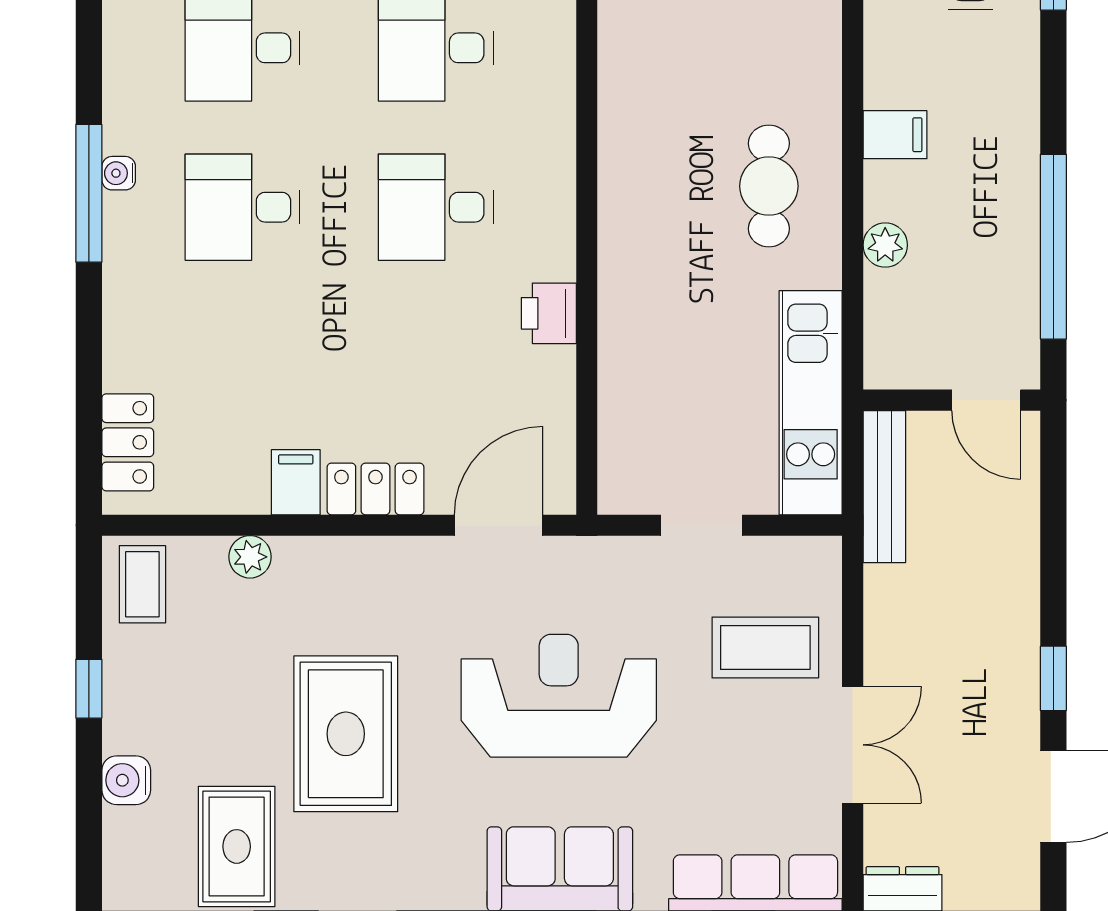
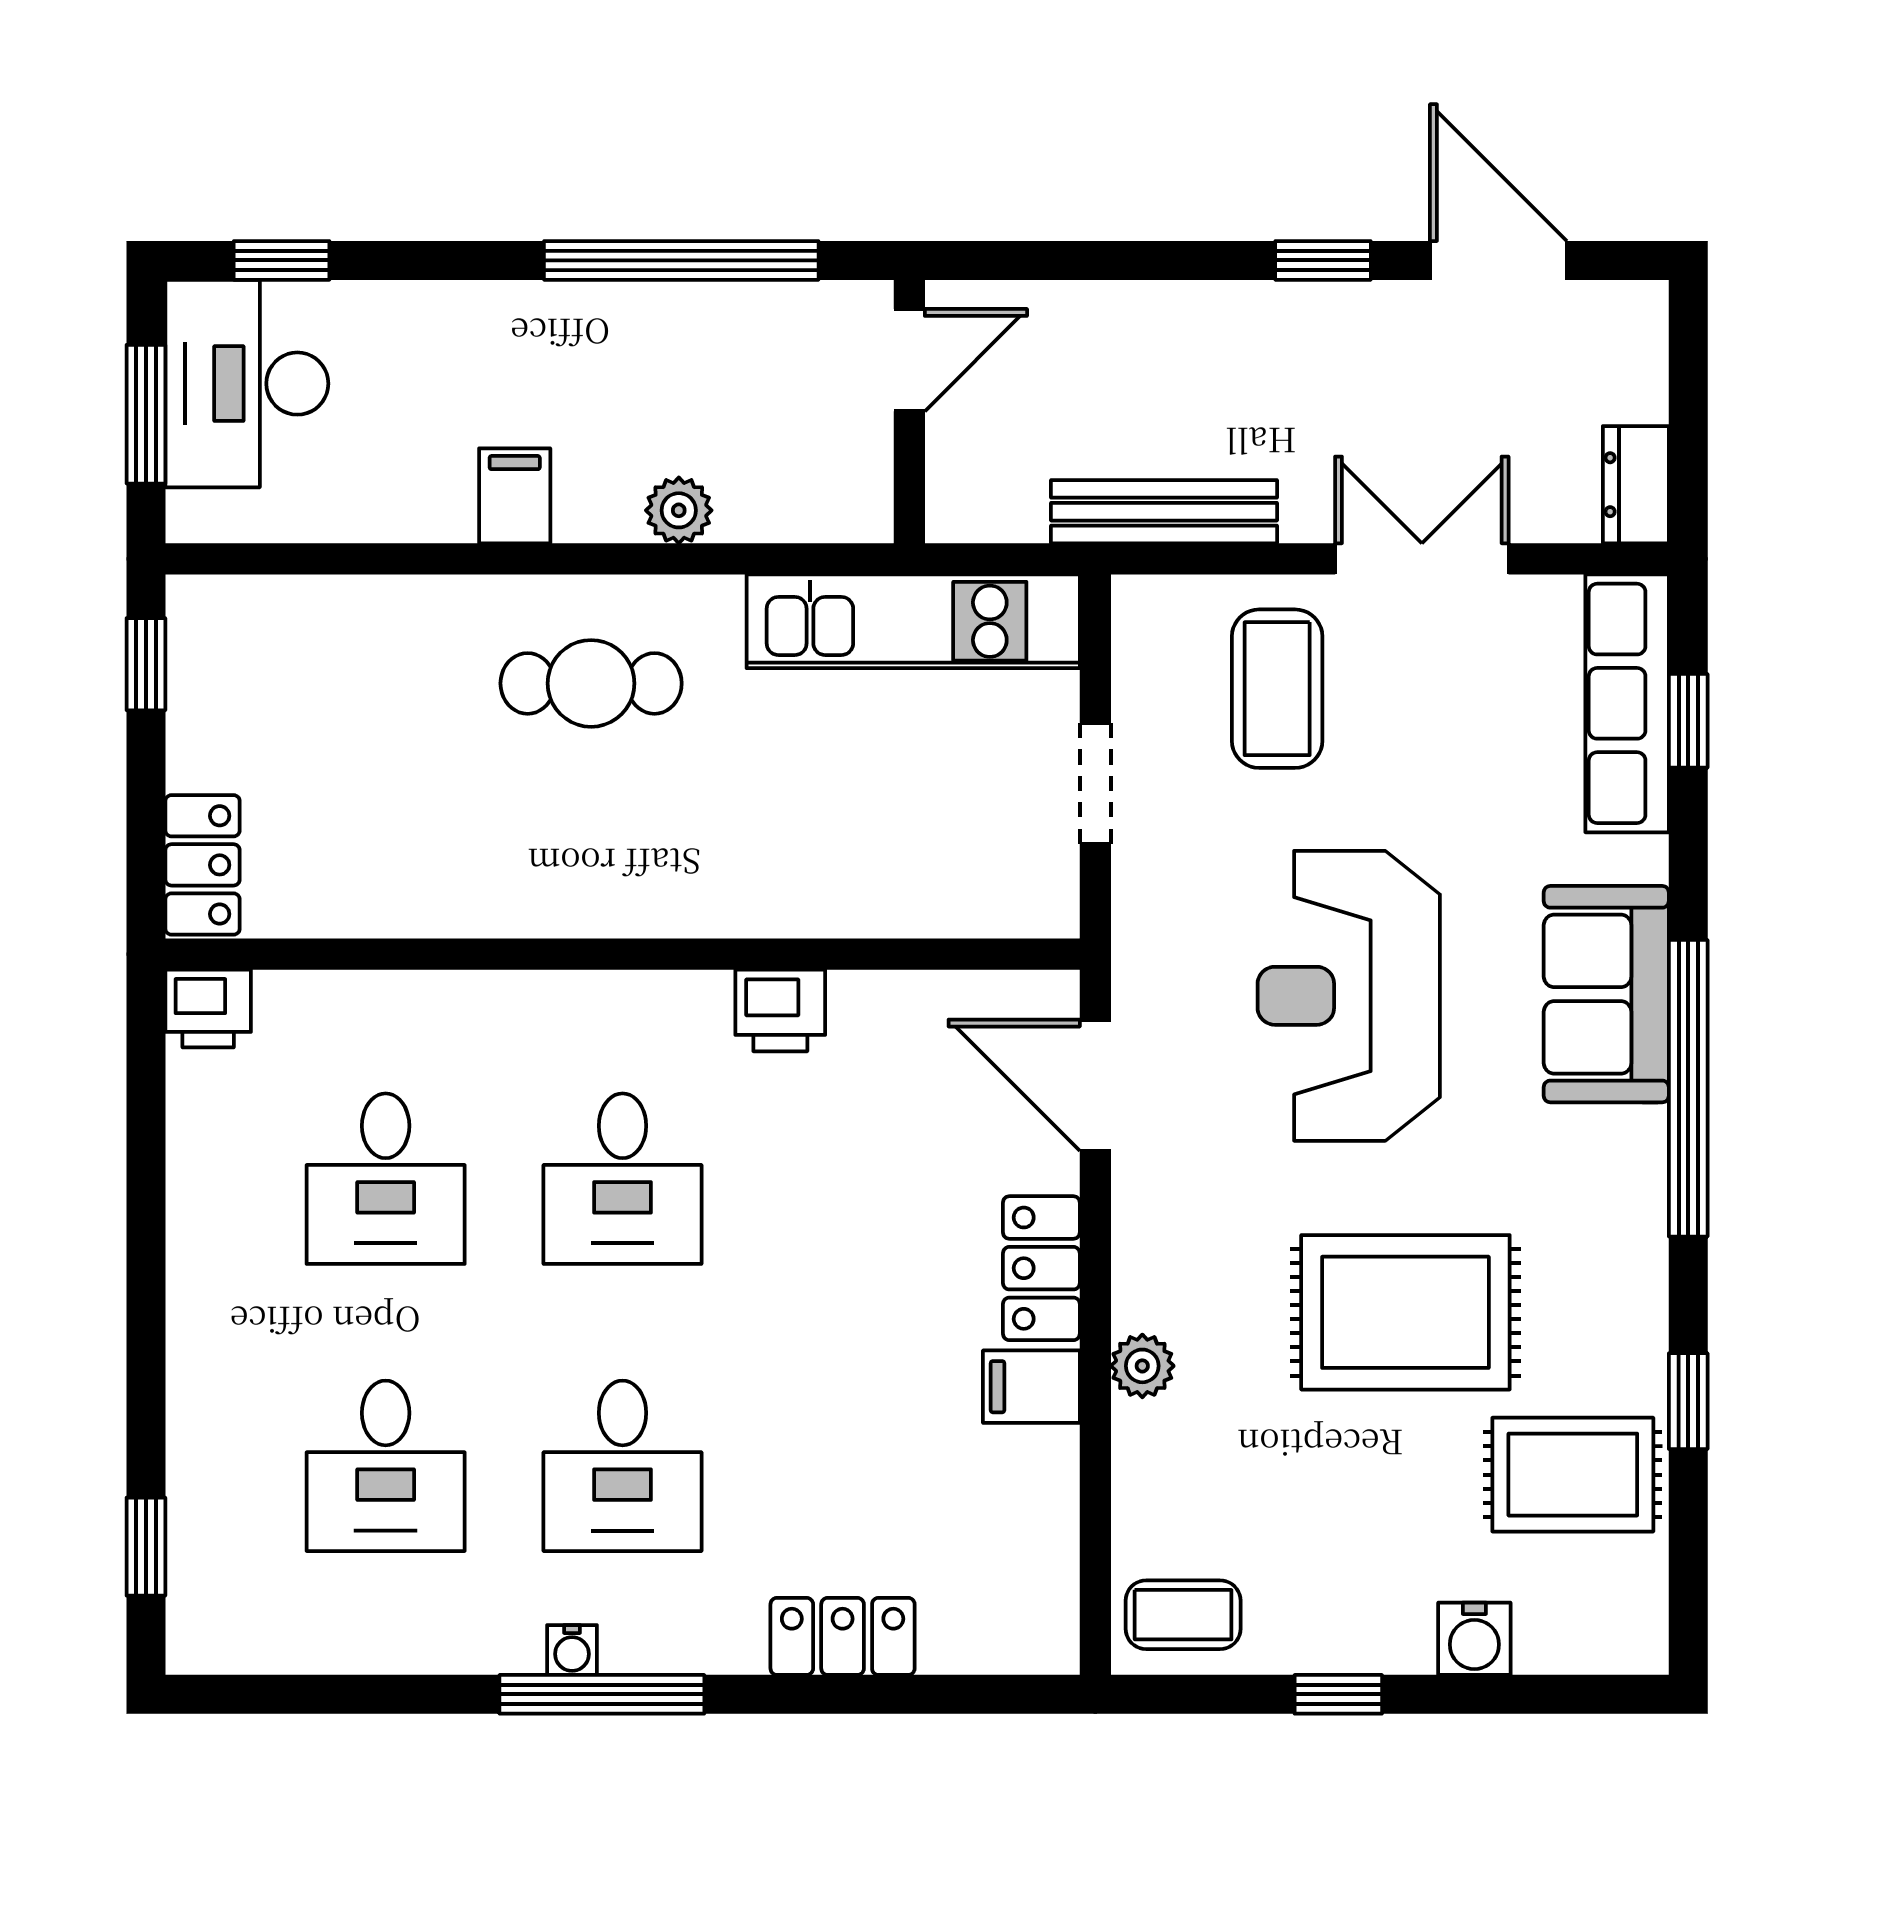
locker: (128, 442) -> (843, 1636), moved
bench: (884, 487) -> (1164, 512), moved
plant: (250, 557) -> (1142, 1366), moved

